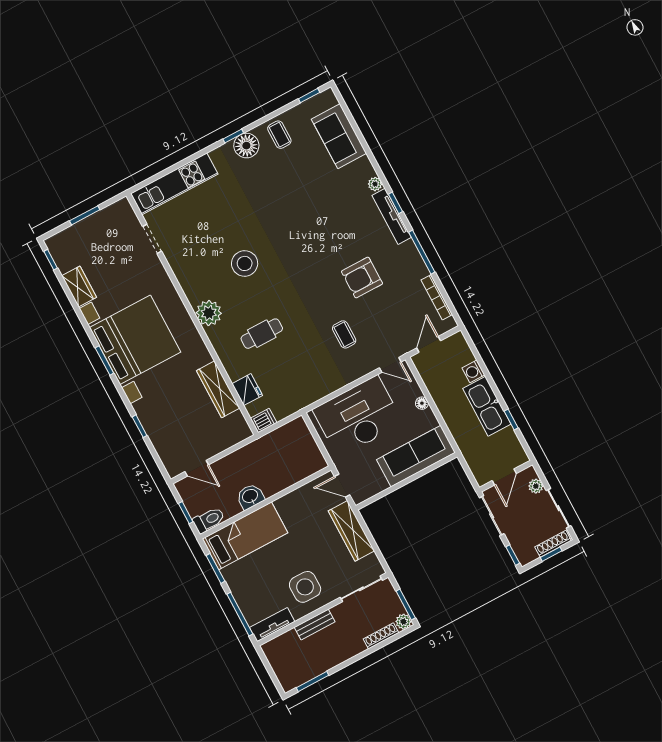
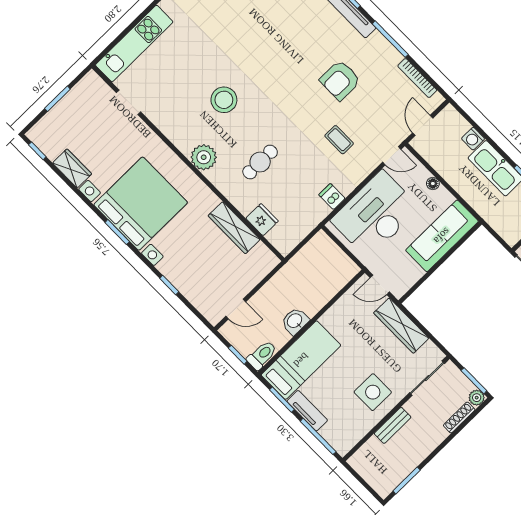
dishwasher: (264, 421) -> (332, 197), moved, turned -90
tv unit: (272, 625) -> (307, 411), moved, turned 90

